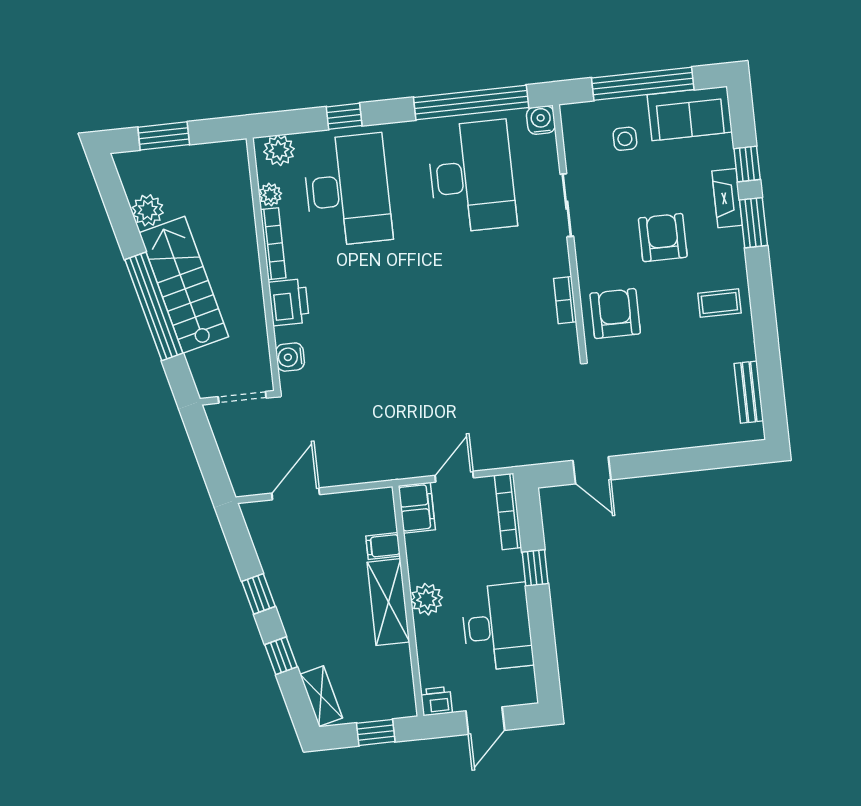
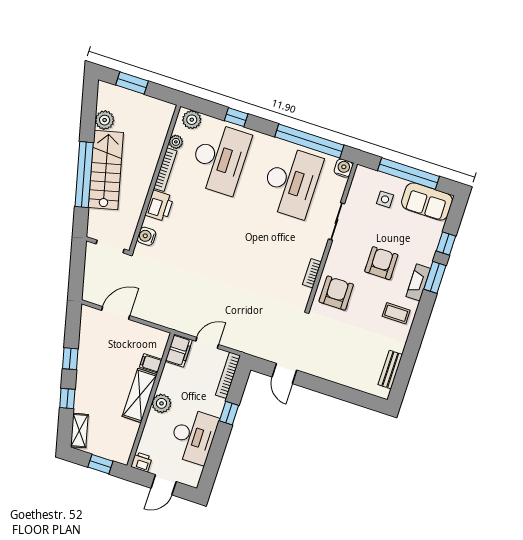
fireplace: (727, 198) -> (418, 282), moved

